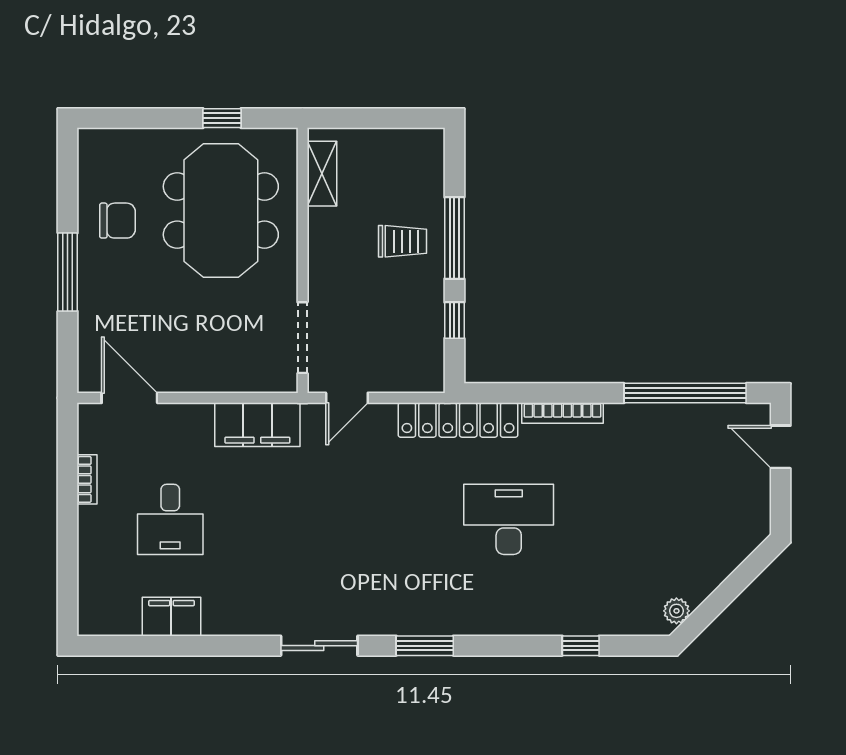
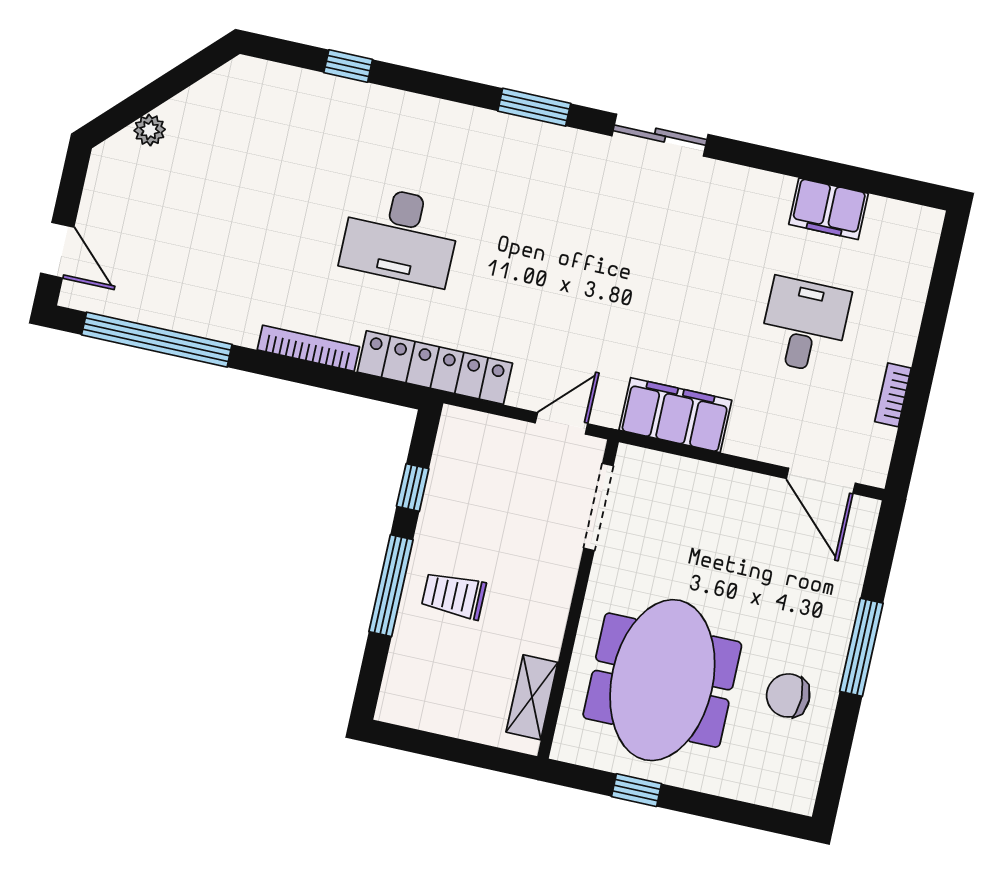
plant: (676, 611) -> (150, 130), moved

